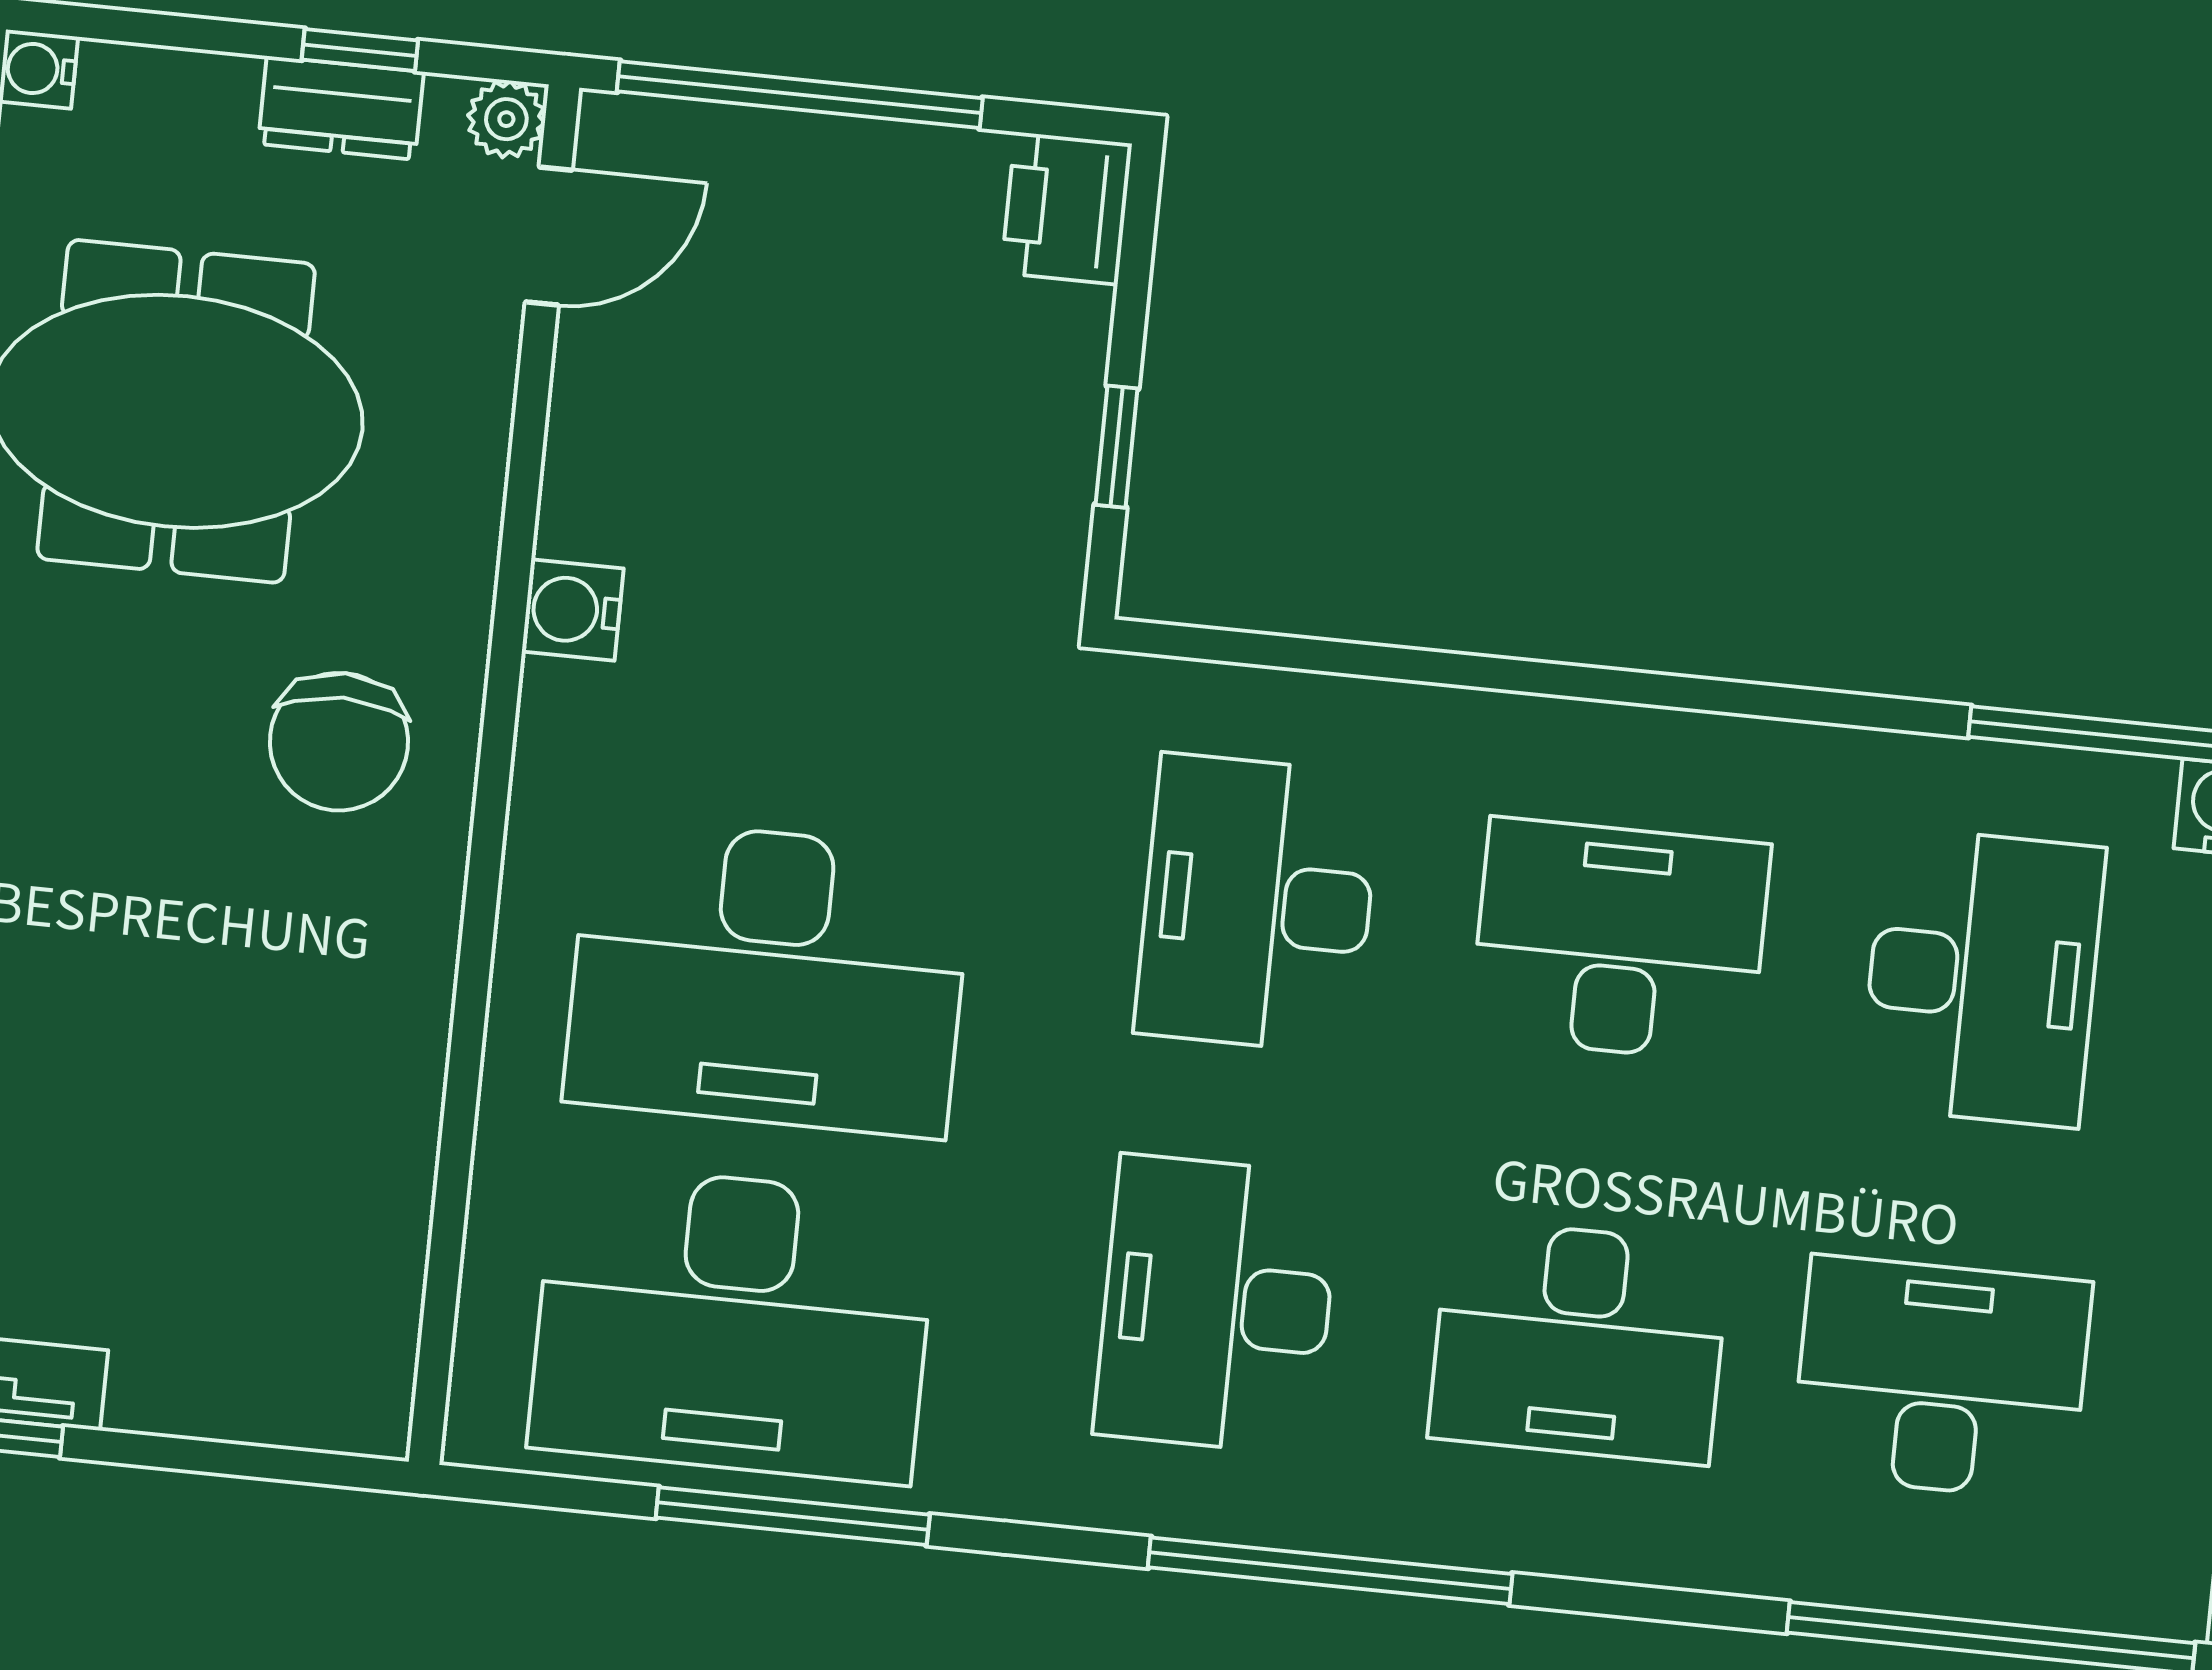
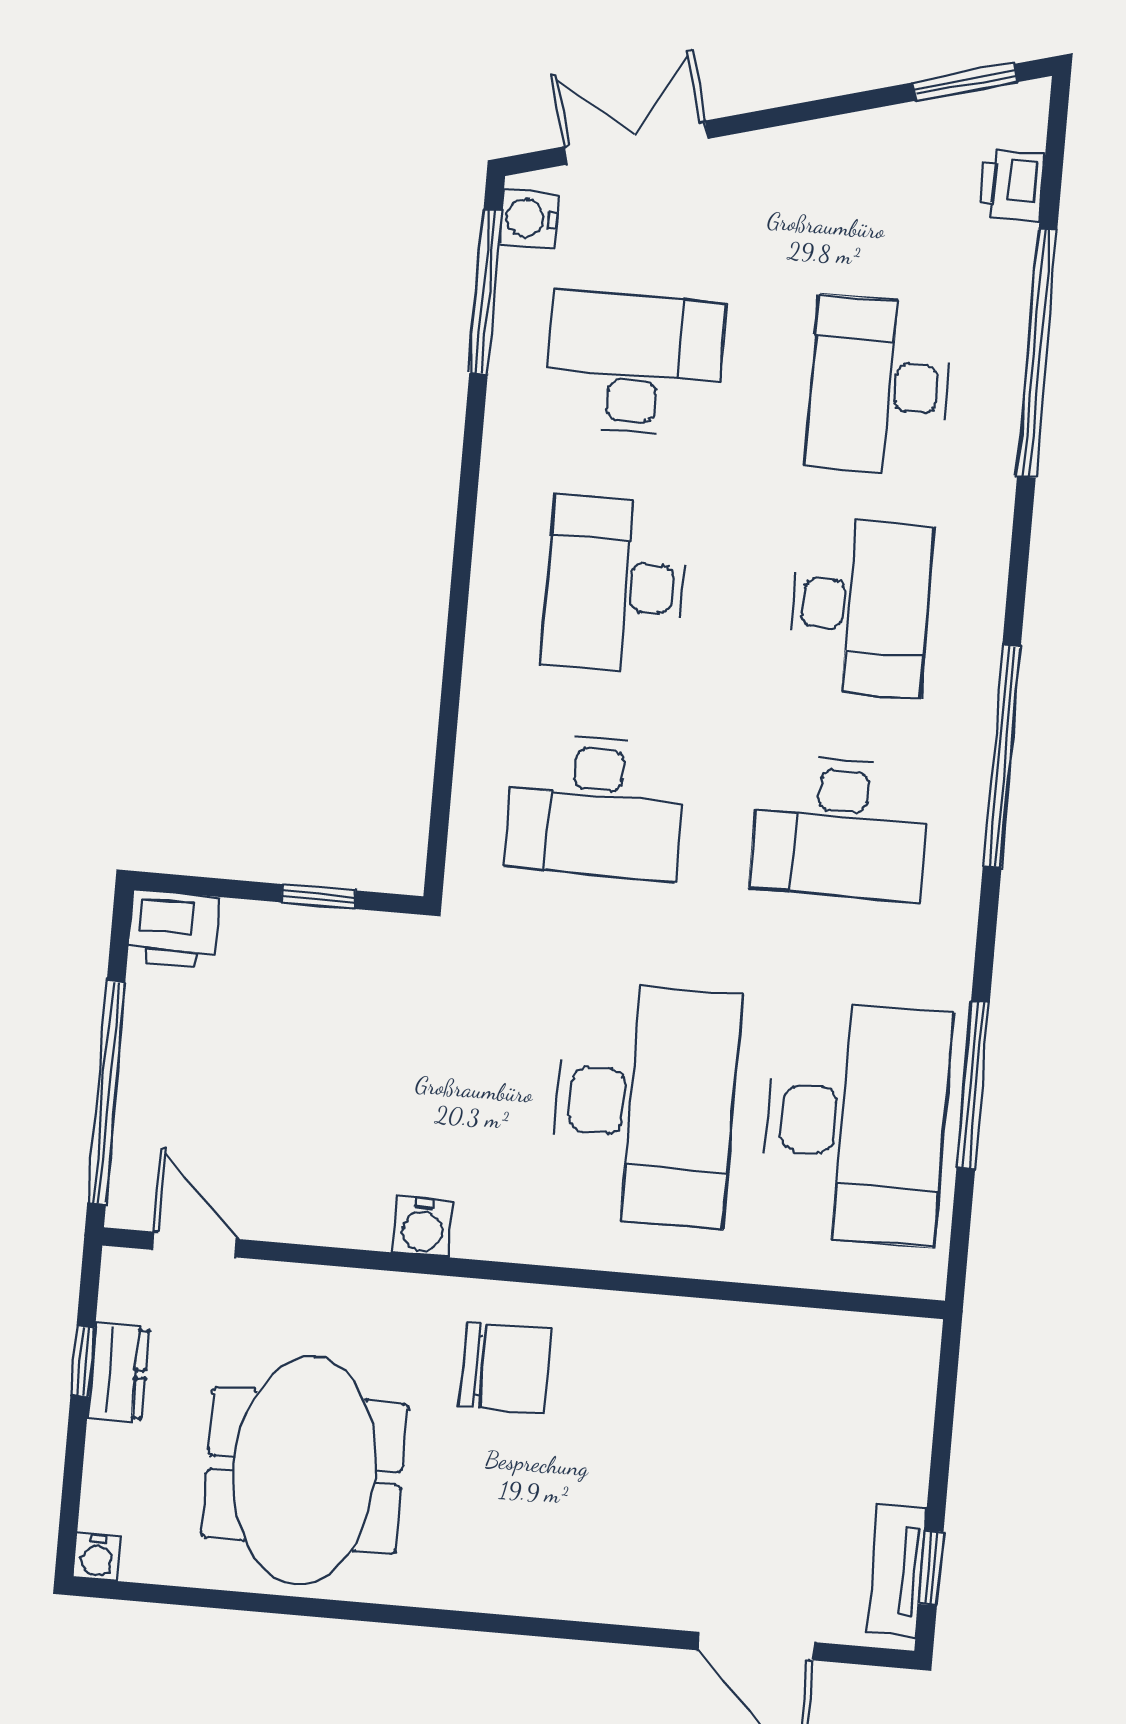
plant: (506, 119) -> (124, 1271), removed

